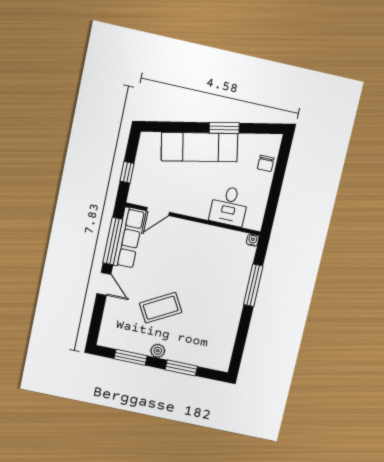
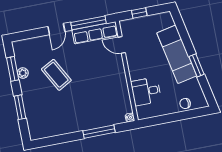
plant: (158, 351) -> (23, 73), moved

